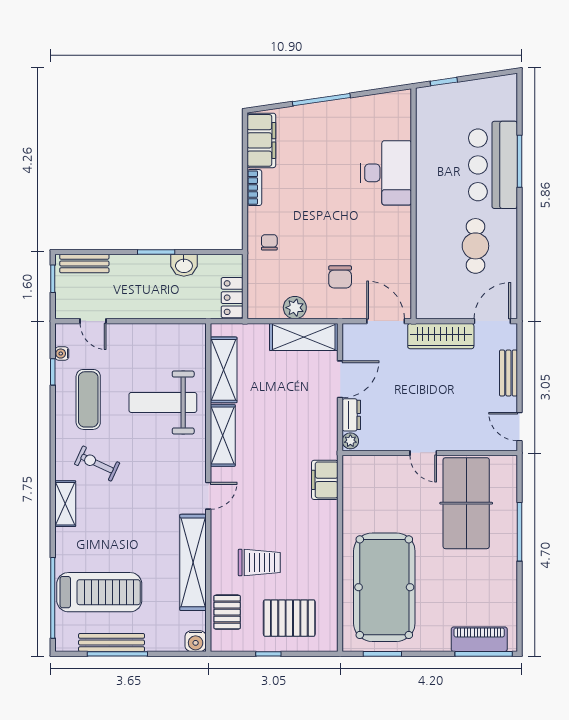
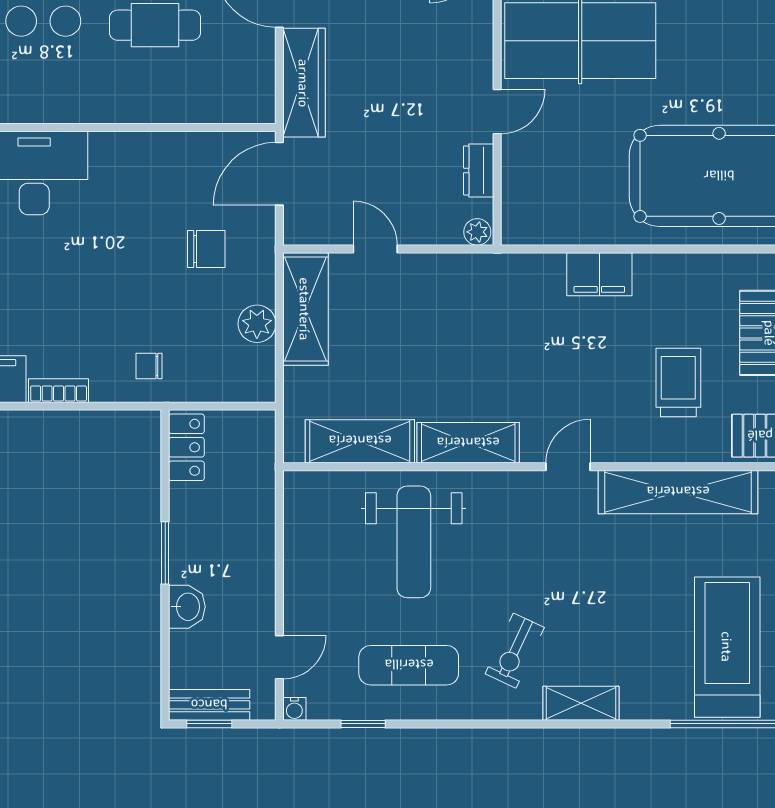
bench: (84, 264) -> (209, 705), moved, turned 90
washbasin: (184, 265) -> (187, 607), moved
locker: (232, 298) -> (186, 447), moved, turned -90
water cooler: (62, 354) -> (294, 709), moved
door: (340, 379) -> (375, 249), width x0.73
dresser: (351, 415) -> (479, 170), moved, turned -90
filing cabinet: (325, 480) -> (599, 274), moved
door: (208, 496) -> (568, 467), hinge flipped

